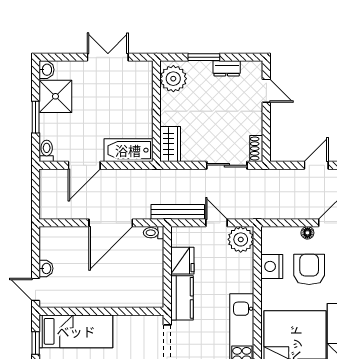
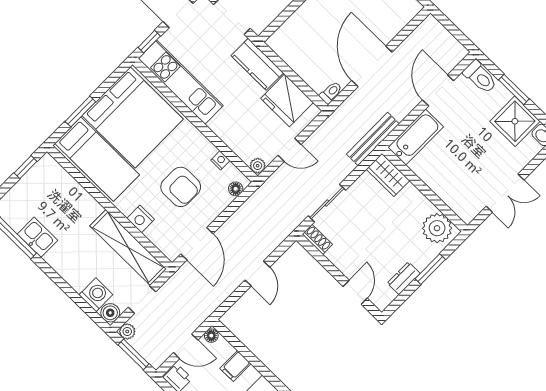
door: (266, 91) -> (355, 292), swing flipped
toilet: (47, 151) -> (480, 77), width x1.37, depth x1.39
bench: (178, 212) -> (373, 139), moved
floor lamp: (307, 233) -> (236, 189), moved
plant: (241, 239) -> (258, 166), width x0.53, depth x0.53
fridge: (182, 261) -> (287, 100), width x1.36, depth x1.34
nightstand: (272, 266) -> (220, 160), width x0.53, depth x0.56

